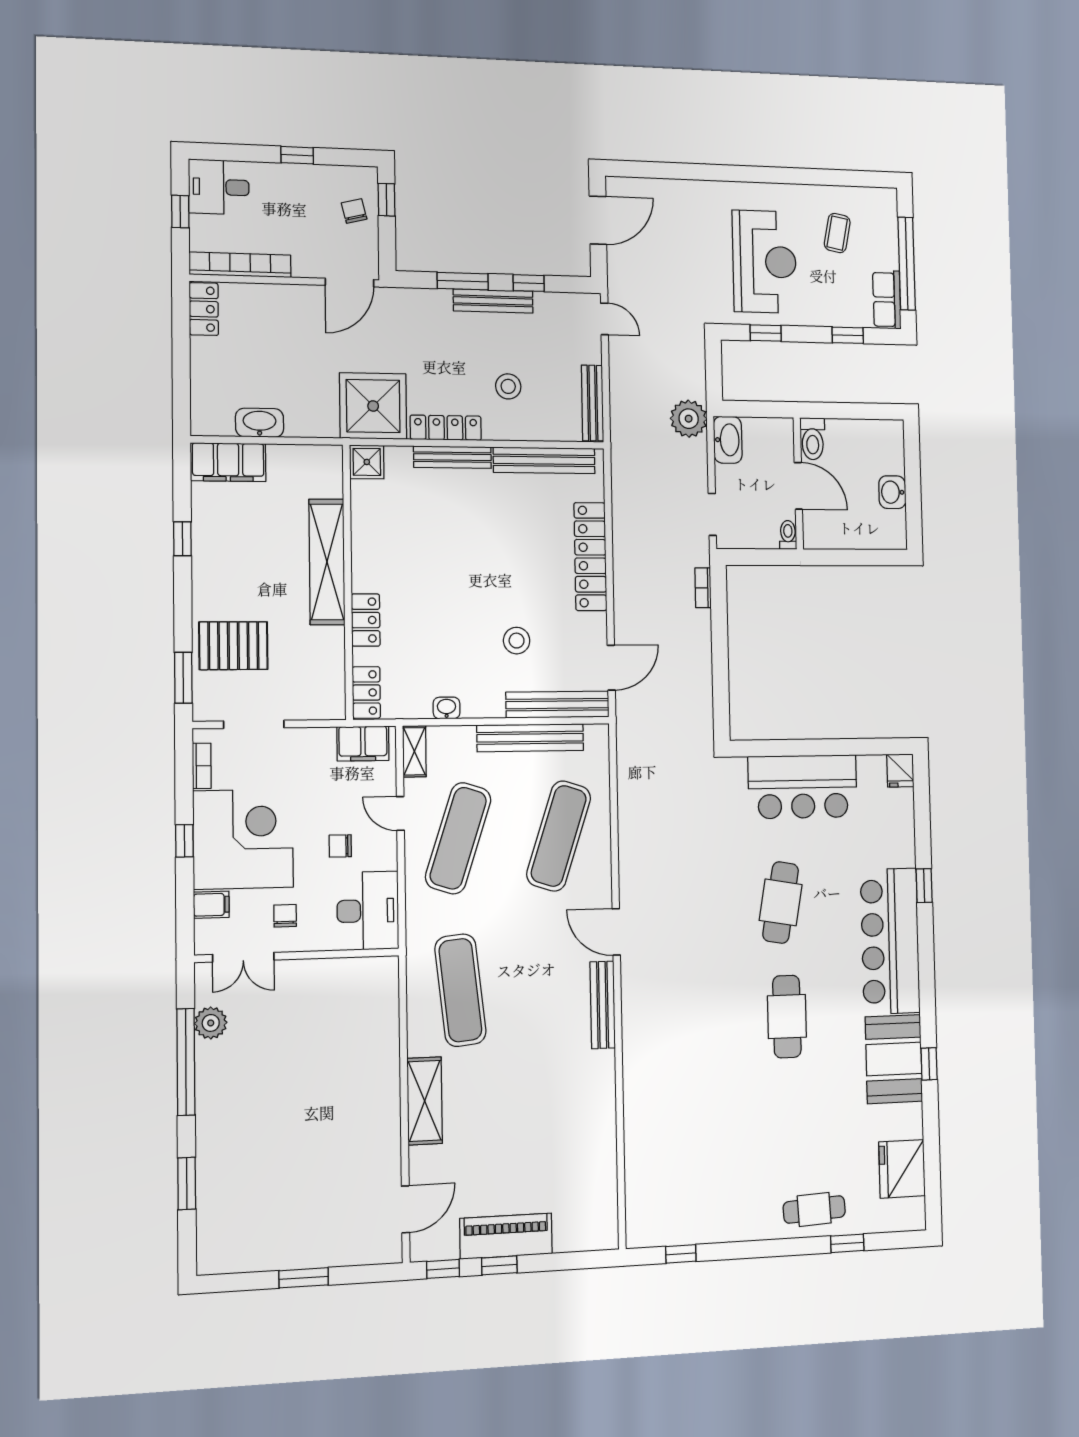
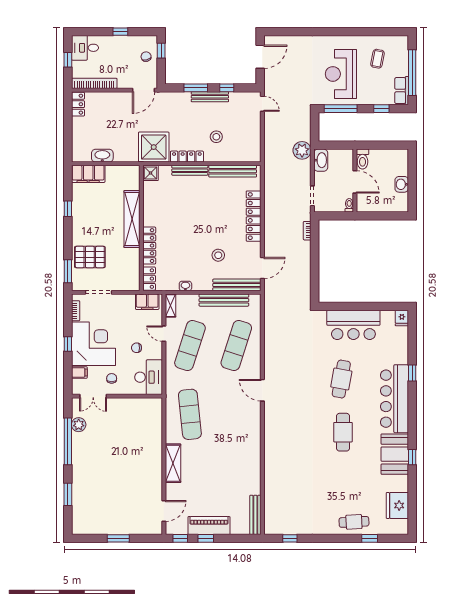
reception desk: (764, 262) -> (341, 74), turned 180
window: (766, 333) -> (341, 109), width x2.17
bench: (592, 403) -> (256, 144), removed
locker: (366, 620) -> (149, 246), width x1.53
bench: (603, 1005) -> (255, 515), moved

